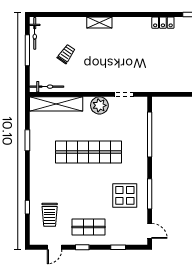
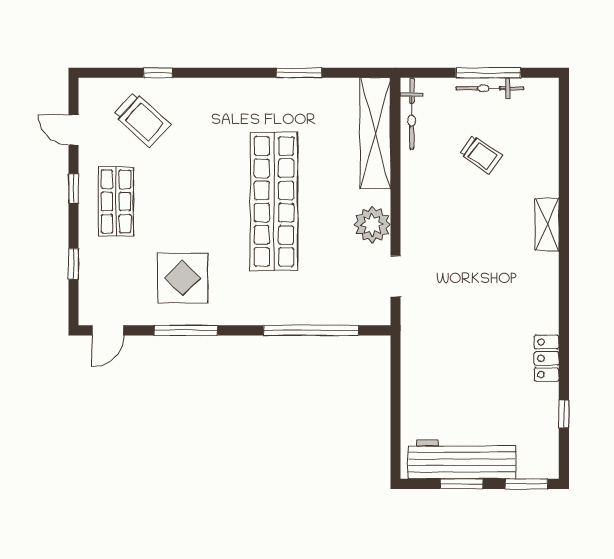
bicycle: (35, 33) -> (490, 88), moved
trolley: (50, 215) -> (142, 120), turned -138

